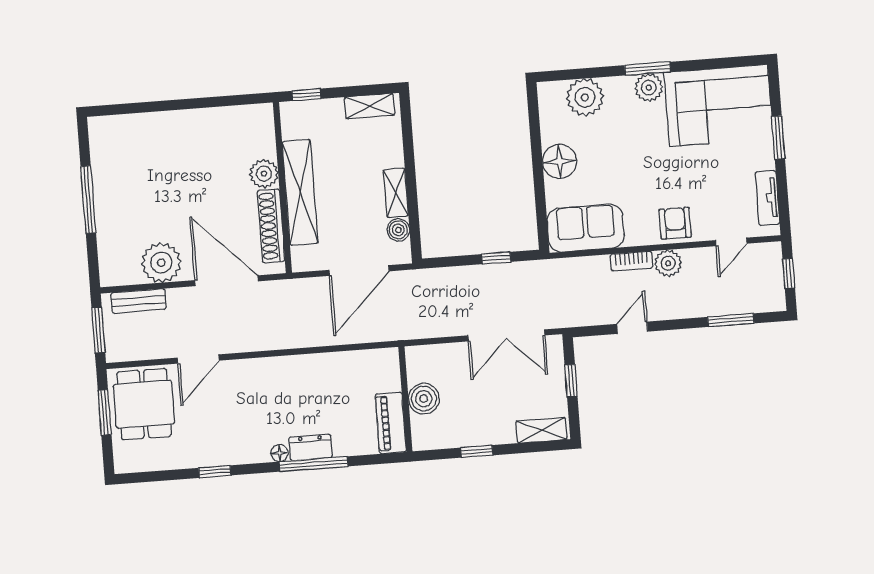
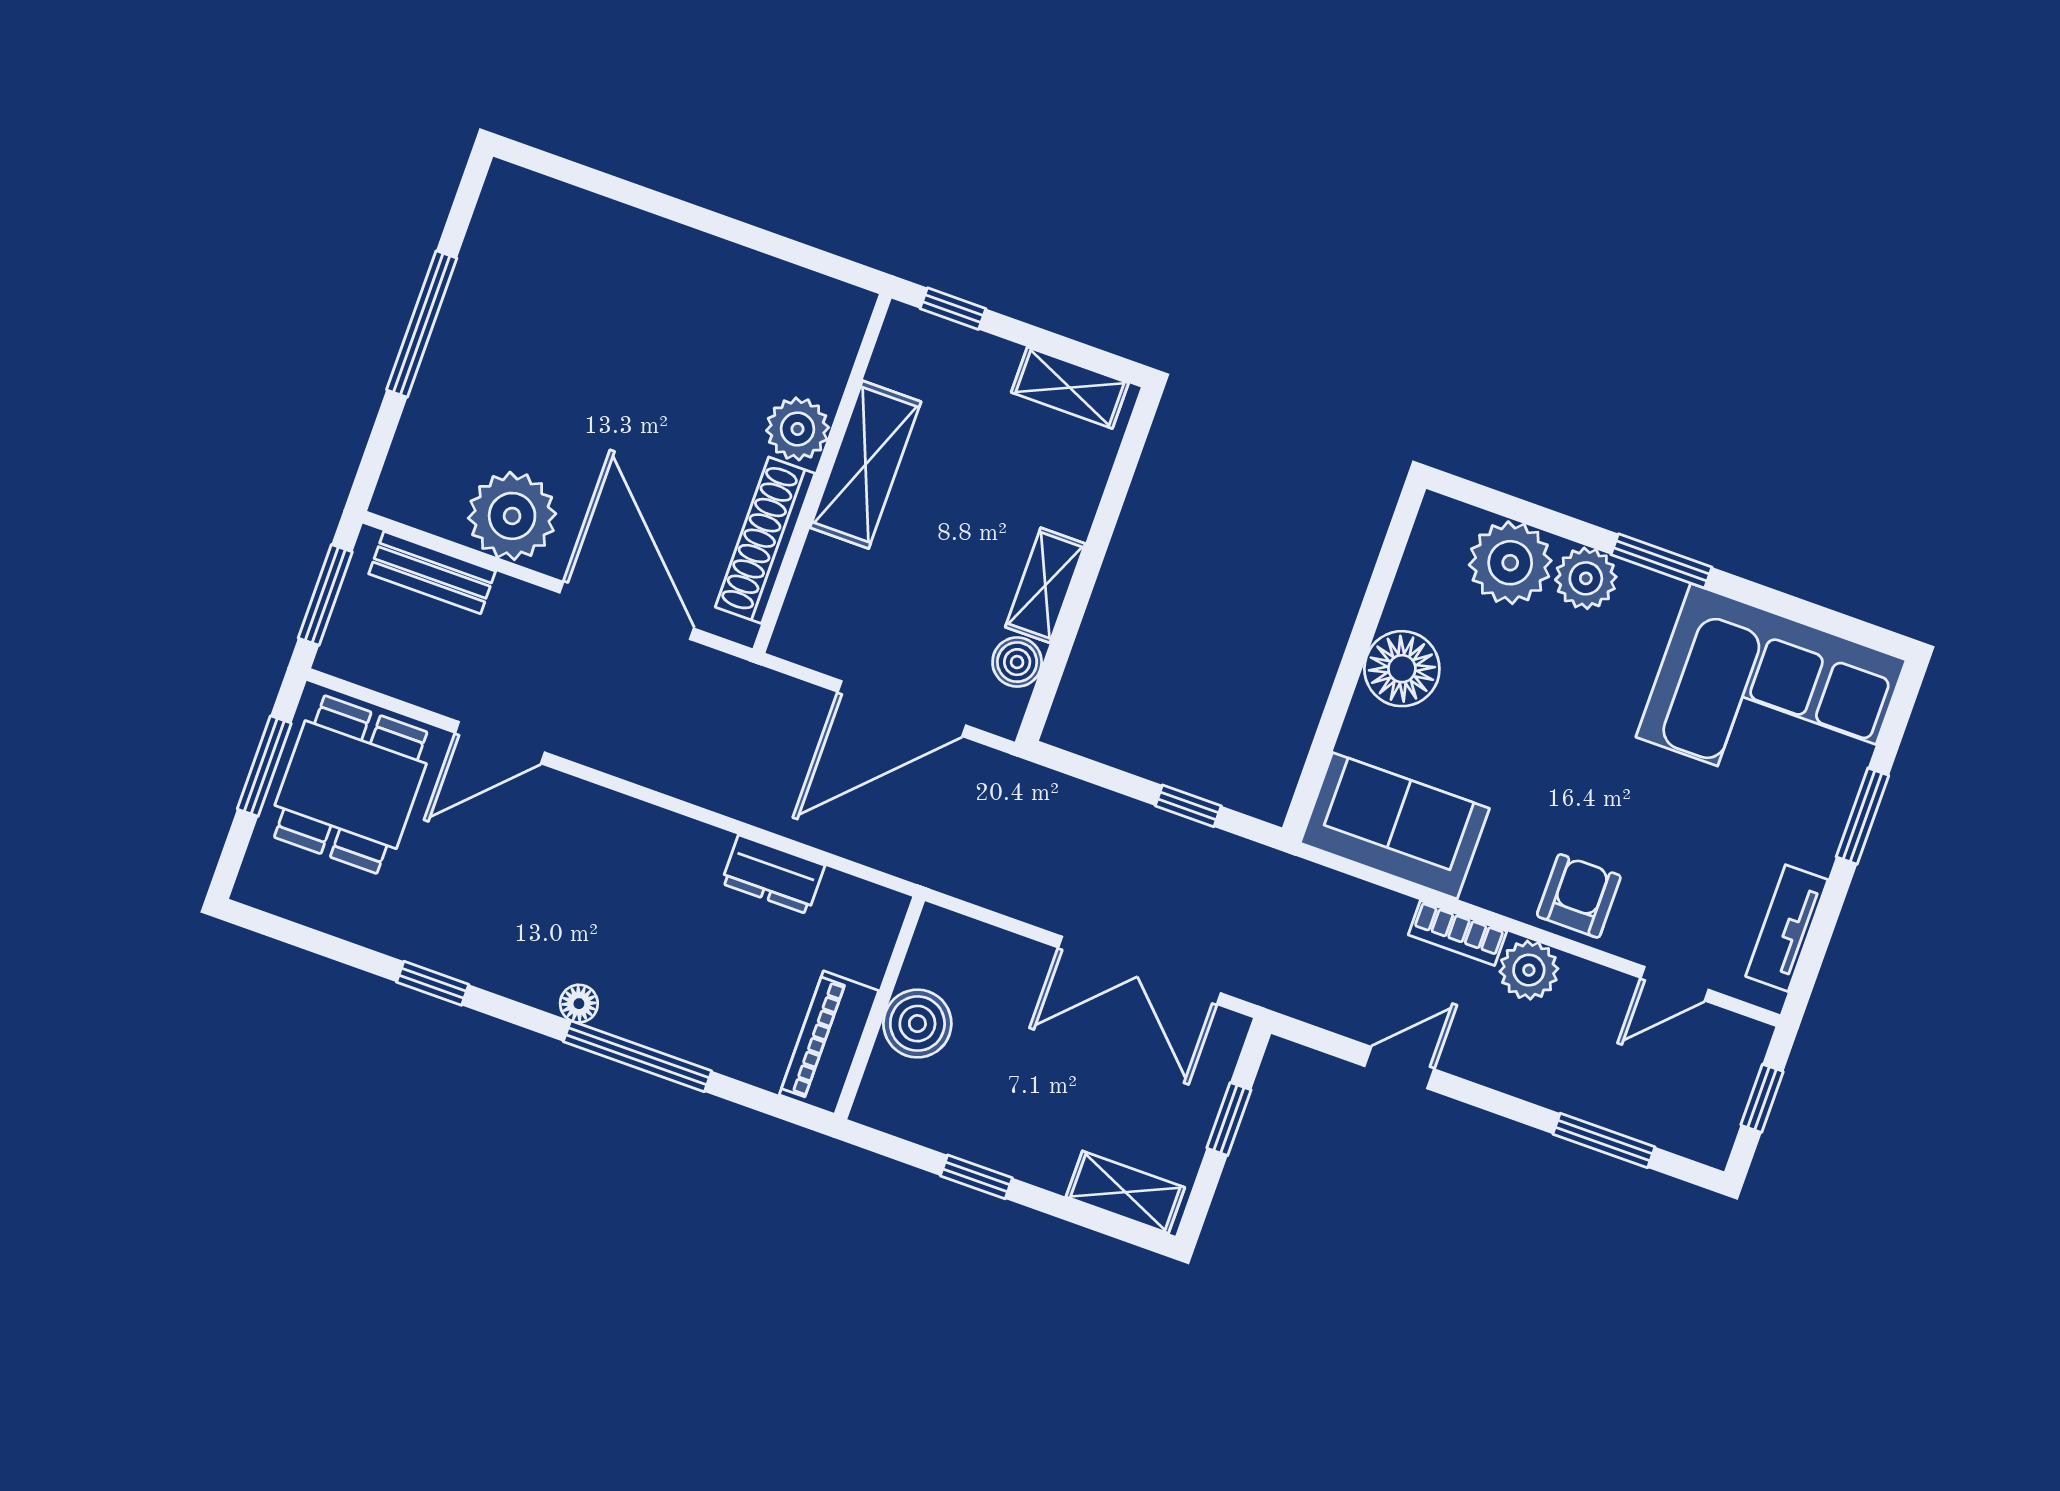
plant: (649, 88) -> (1586, 578), moved
shelving: (300, 192) -> (865, 465), width x0.68
dresser: (311, 447) -> (773, 874), moved, turned 180

